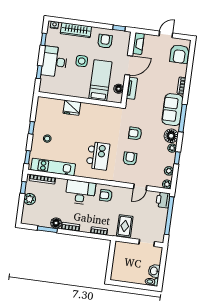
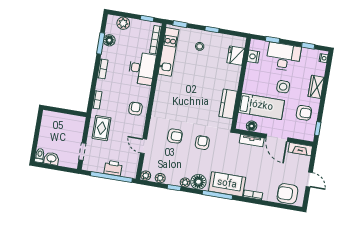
wardrobe: (76, 30) -> (316, 87), width x0.67
nightstand: (55, 89) -> (253, 57), added
fridge: (72, 108) -> (236, 56), moved
kitchen counter: (99, 111) -> (228, 104), added
kitchen island: (98, 156) -> (179, 101), removed
desk: (80, 192) -> (142, 68), moved
plant: (30, 199) -> (123, 23), moved
printer: (163, 200) -> (113, 168), moved
floor lamp: (56, 223) -> (109, 40), moved
rug: (125, 226) -> (102, 128), turned 90

